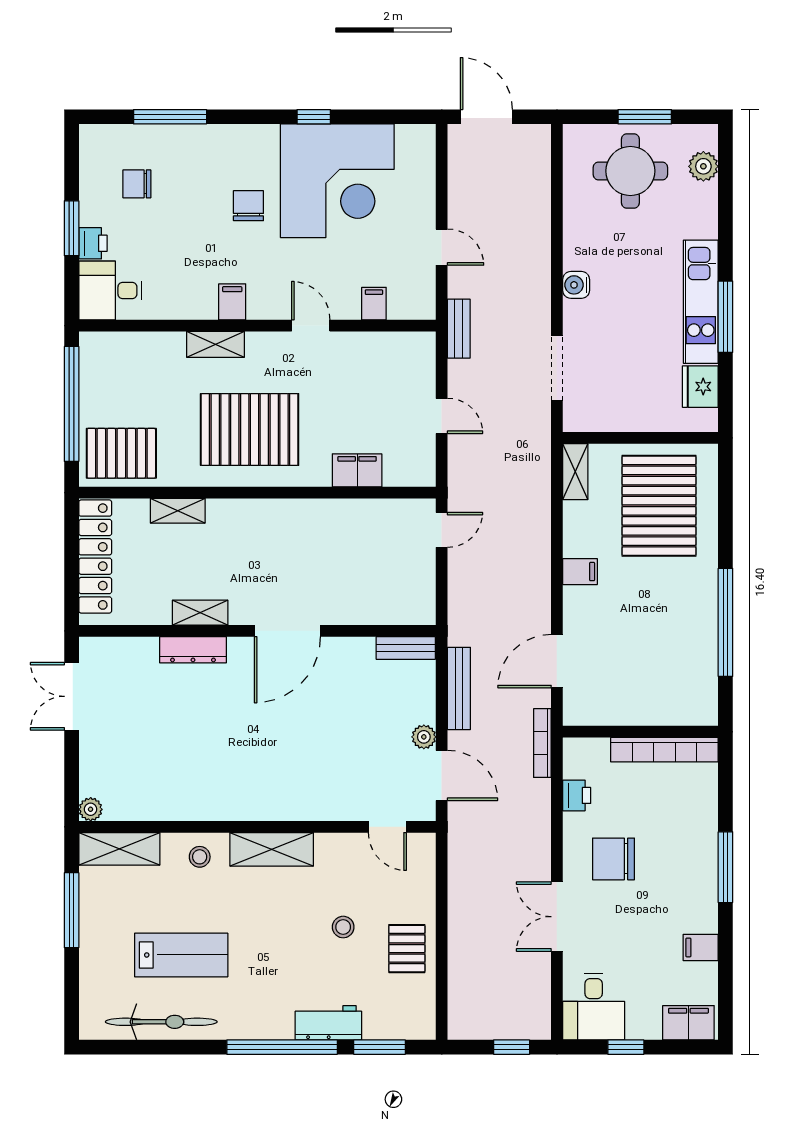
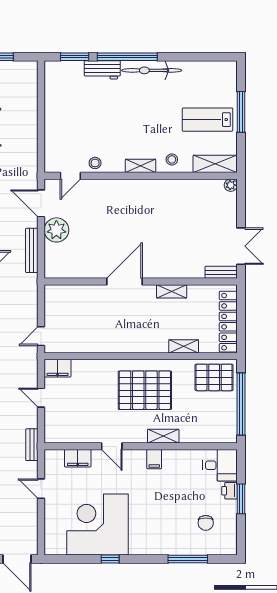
chair: (137, 184) -> (206, 523), turned 90
chair: (248, 206) -> (145, 511), removed
filing cabinet: (374, 304) -> (78, 458), width x2.00
filing cabinet: (357, 470) -> (58, 368), moved
bench: (406, 648) -> (221, 272), moved
dresser: (193, 650) -> (175, 271), removed
plant: (424, 737) -> (56, 230), width x1.88, depth x1.88
door: (387, 827) -> (70, 176), swing flipped
shelving: (272, 849) -> (140, 166), width x0.67, depth x0.75
window: (72, 910) -> (241, 112), moved
stool: (343, 927) -> (95, 163), moved
pallet: (407, 949) -> (60, 110), removed
lab bench: (181, 955) -> (208, 120), moved
bicycle: (161, 1022) -> (152, 70), moved

